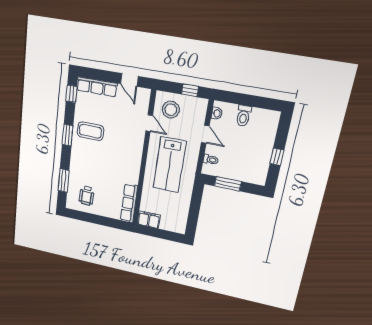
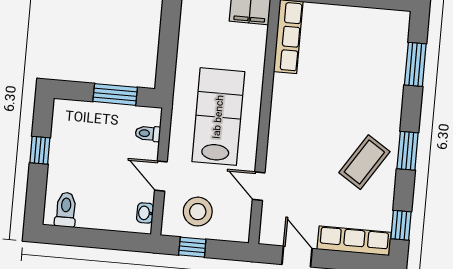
stool: (171, 110) -> (198, 212), moved
toilet: (244, 116) -> (66, 210), moved
coffee table: (90, 131) -> (364, 162), turned -57
wheelchair: (87, 196) -> (370, 41), removed

